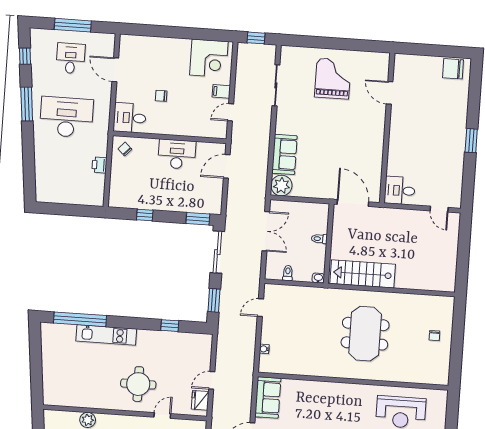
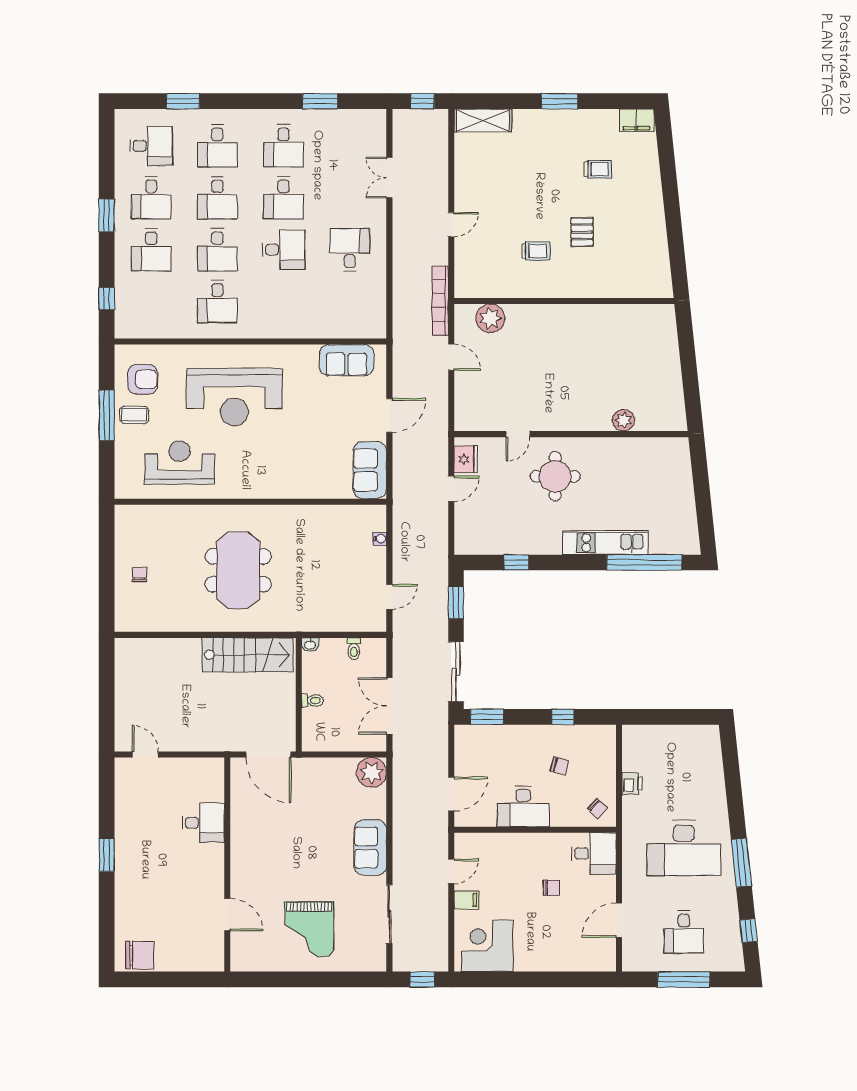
door: (115, 70) -> (619, 920), swing flipped
sofa: (284, 154) -> (370, 848), moved
chair: (149, 181) -> (559, 765), added
desk: (400, 191) -> (203, 823), moved

